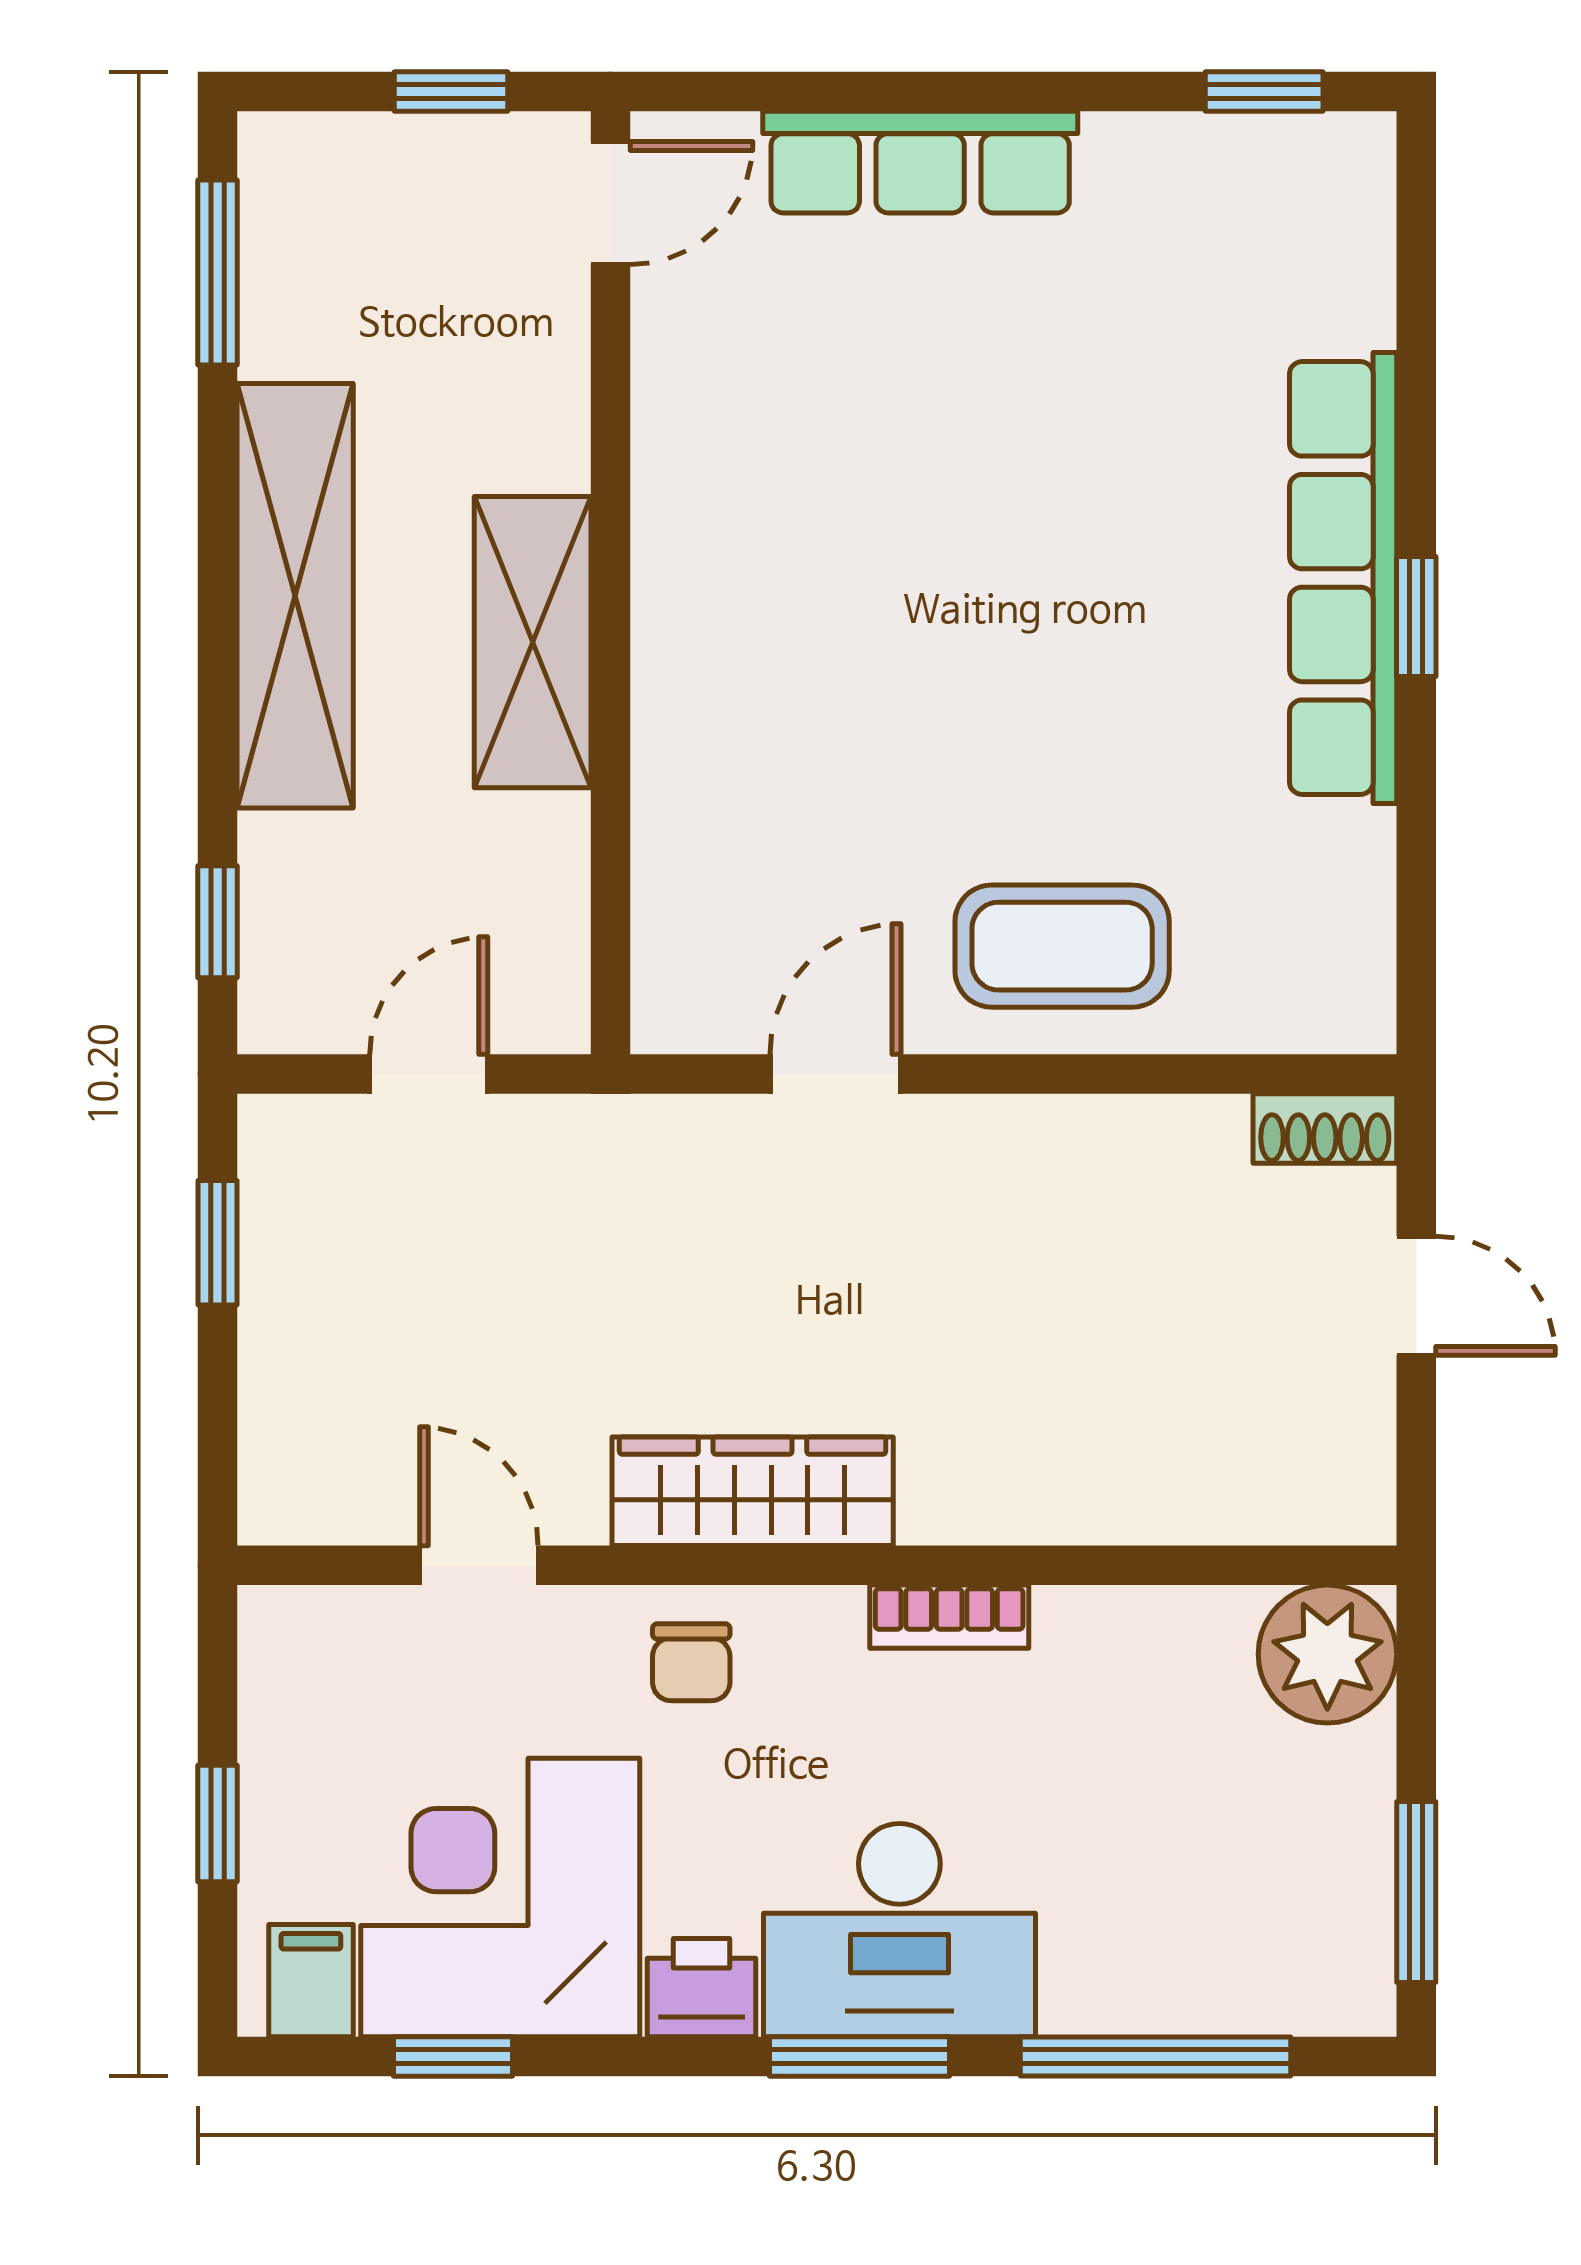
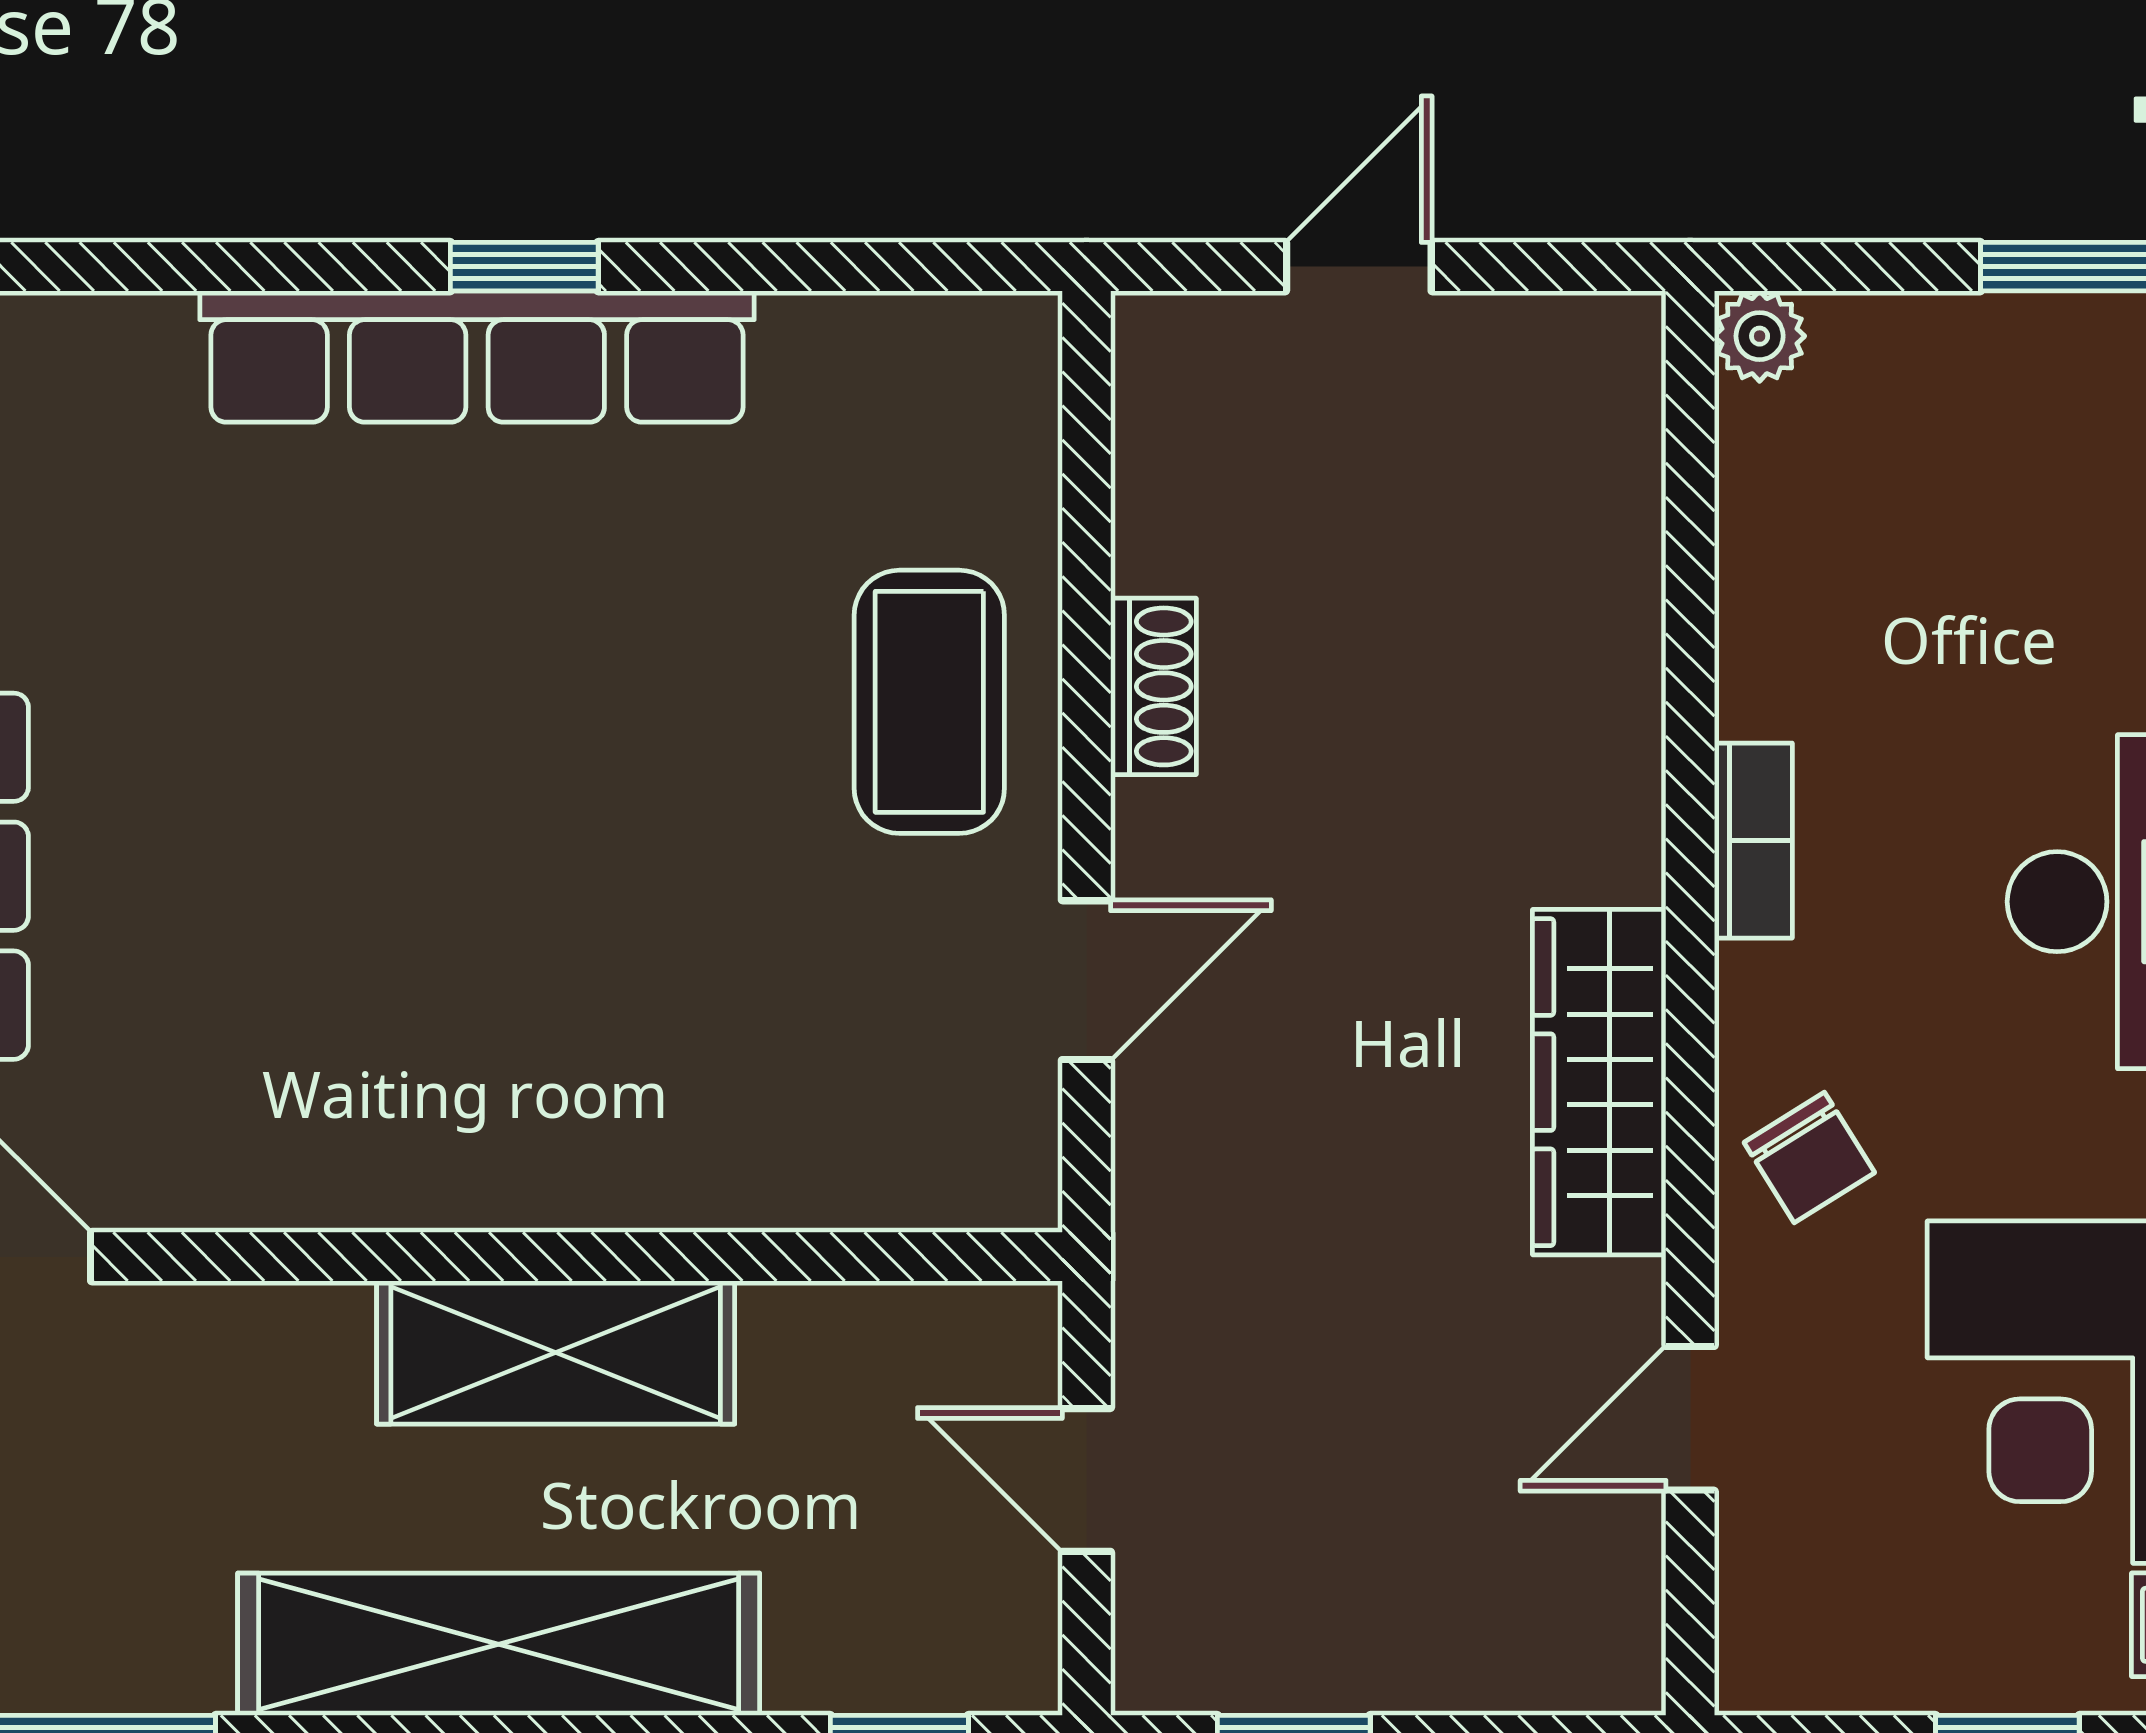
door: (836, 1074) -> (1086, 980), swing flipped
shoe rack: (1325, 1129) -> (1153, 686), moved
plant: (1327, 1654) -> (1760, 336), width x0.53, depth x0.53
chair: (691, 1662) -> (1809, 1157), turned 58

